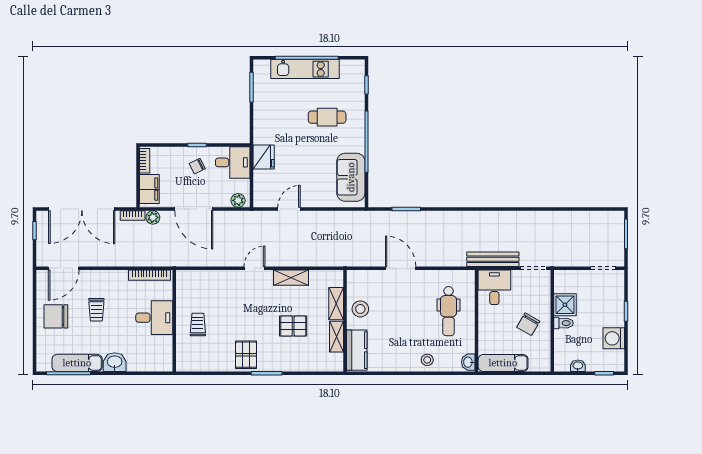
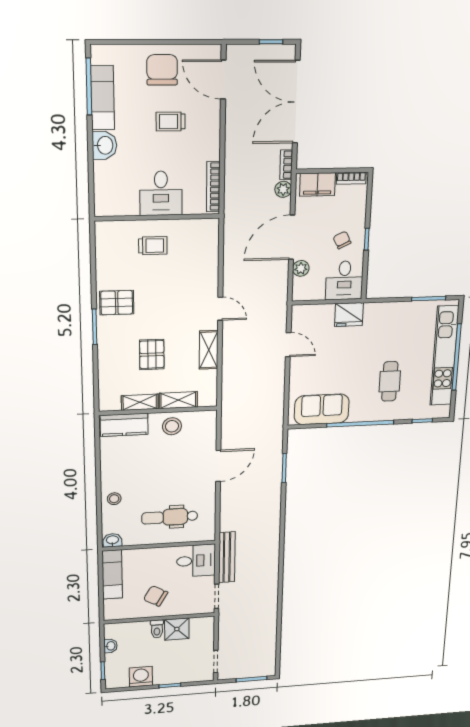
kitchen unit: (305, 69) -> (444, 356), width x1.36
plant: (238, 200) -> (301, 268), moved

